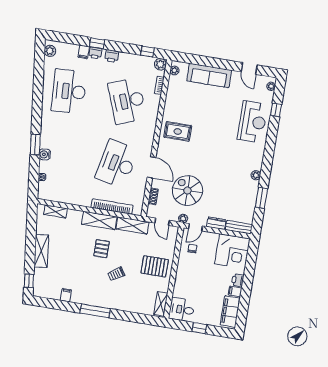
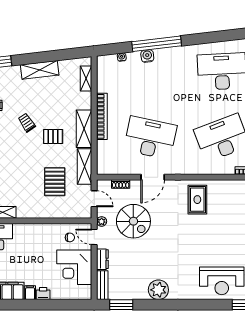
window: (35, 144) -> (157, 44), width x2.11
plant: (256, 175) -> (158, 290), width x1.88, depth x1.88
spiral stairs: (187, 191) -> (133, 221), turned 90
window: (261, 198) -> (121, 305), moved
bookcase: (112, 206) -> (102, 116), moved
door: (162, 222) -> (94, 199), swing flipped
corner desk: (232, 251) -> (74, 267), moved
pallet: (155, 266) -> (55, 182), moved
trolley: (116, 274) -> (27, 123), moved

